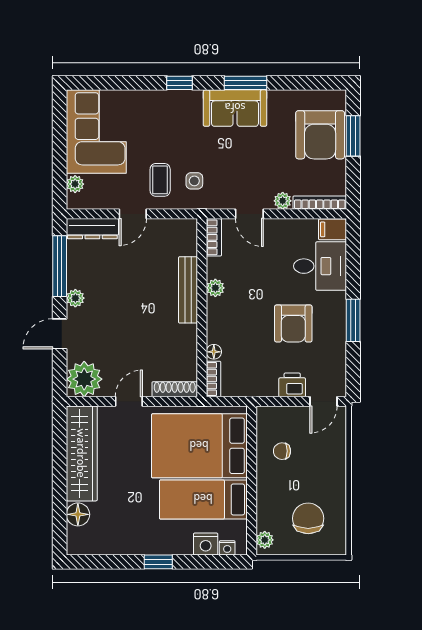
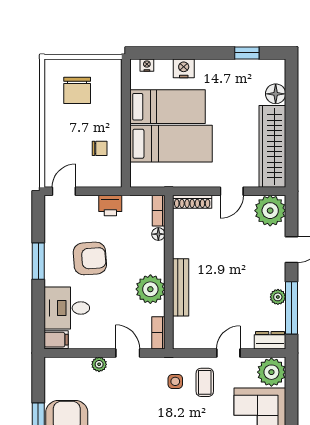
plant: (75, 184) -> (271, 372), width x1.88, depth x1.88
bookcase: (320, 203) -> (67, 363), removed
dresser: (92, 229) -> (270, 340), width x0.70
plant: (215, 288) -> (150, 289), width x1.88, depth x1.88
plant: (75, 298) -> (278, 297), moved
armchair: (293, 323) -> (90, 258), turned 86
printer: (292, 385) -> (110, 205), moved
bed: (199, 446) -> (171, 144), width x0.67
plant: (265, 540) -> (114, 72), removed
nightstand: (206, 544) -> (184, 68), moved
window: (158, 562) -> (247, 53), moved

